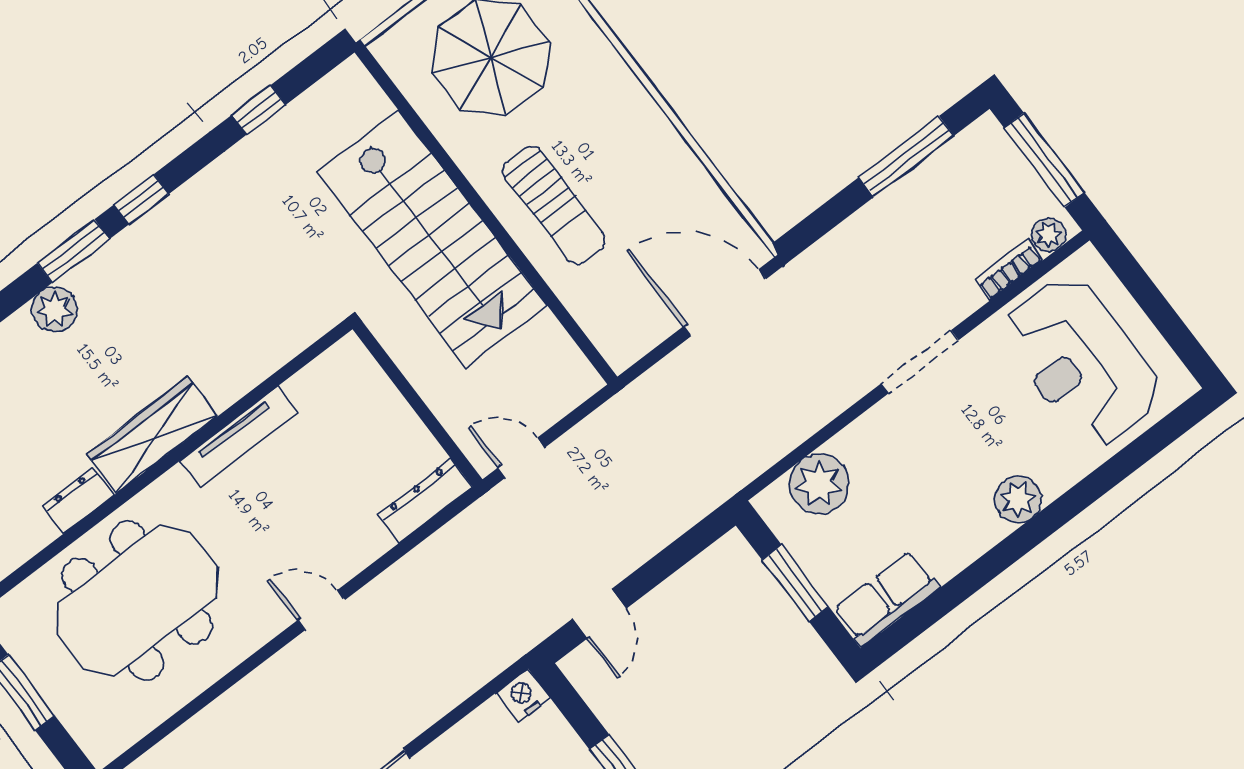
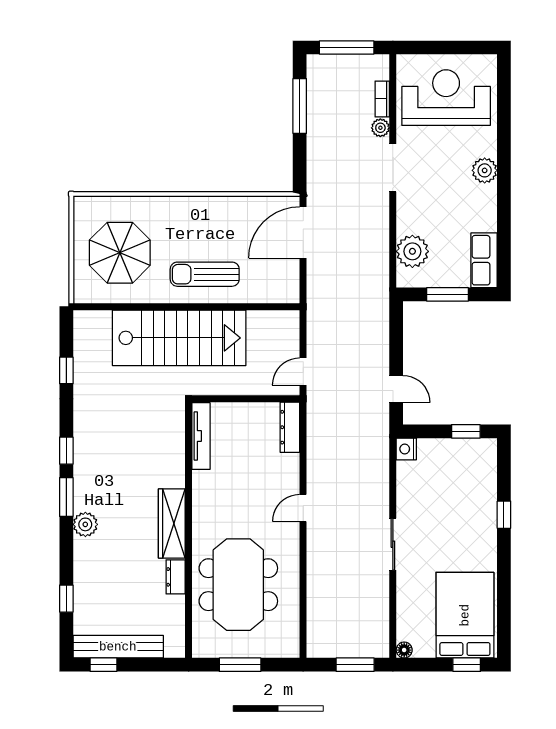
sun lounger: (554, 205) -> (205, 274), turned 180
plant: (1049, 235) -> (380, 128), moved
reception desk: (1082, 362) -> (446, 98), turned 180
tv unit: (239, 437) -> (201, 436), moved

